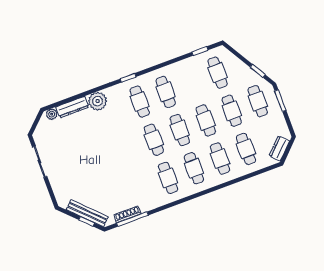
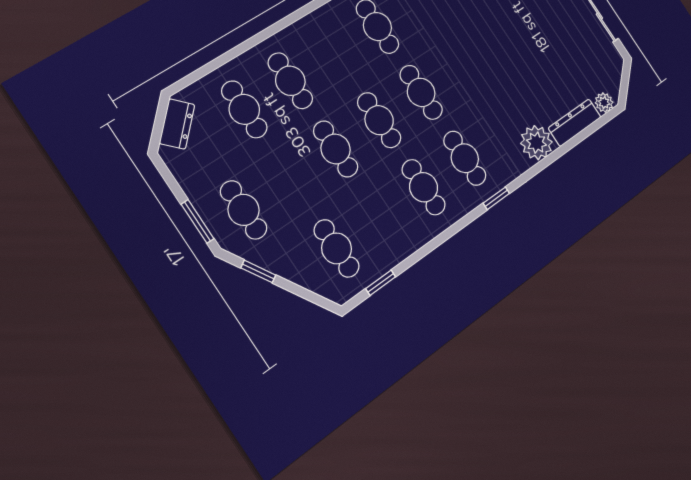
cafe table: (232, 111) -> (290, 179), removed
cafe table: (194, 168) -> (335, 53), removed

